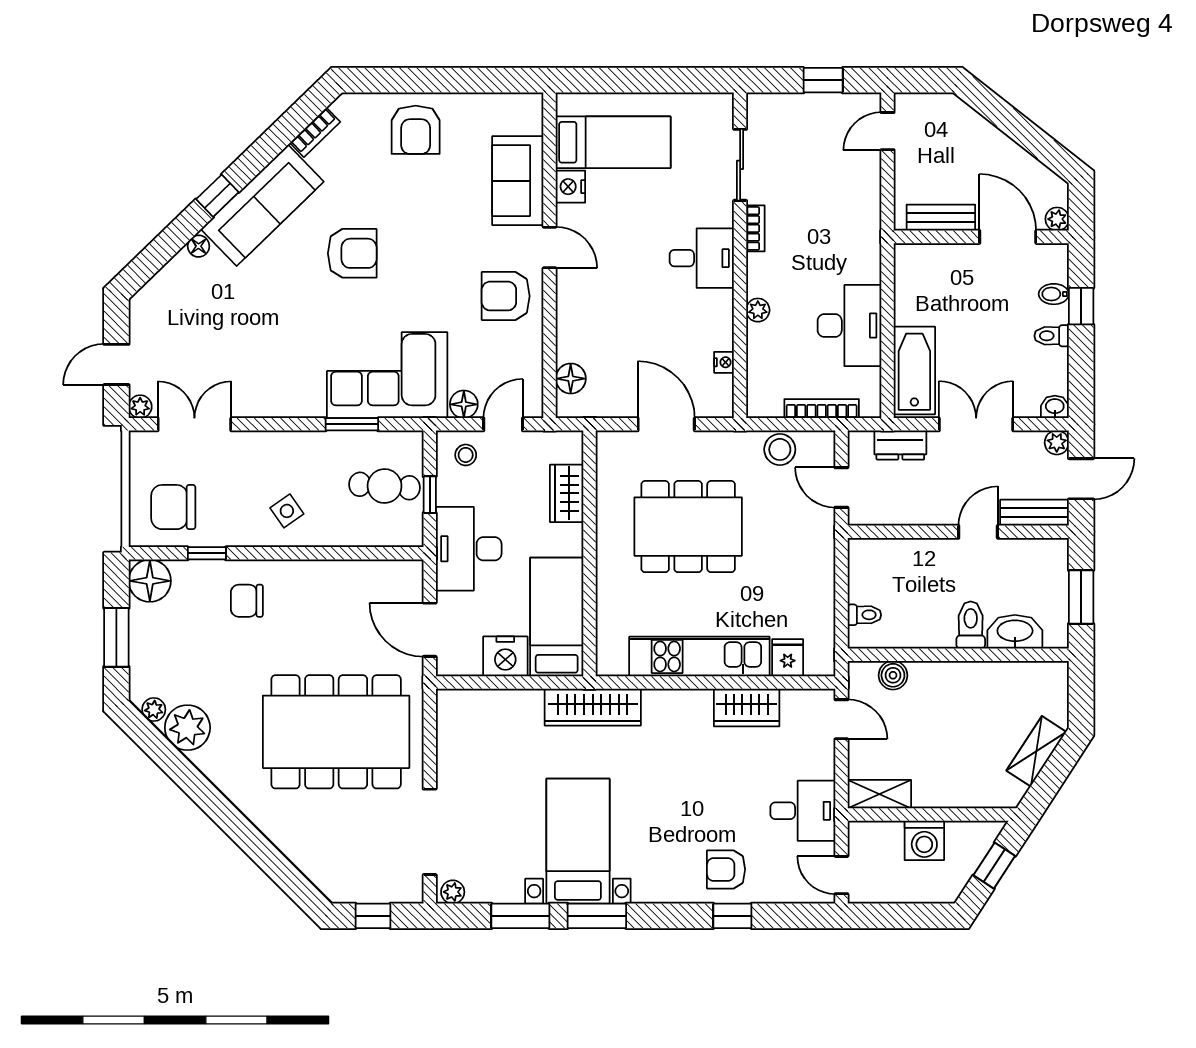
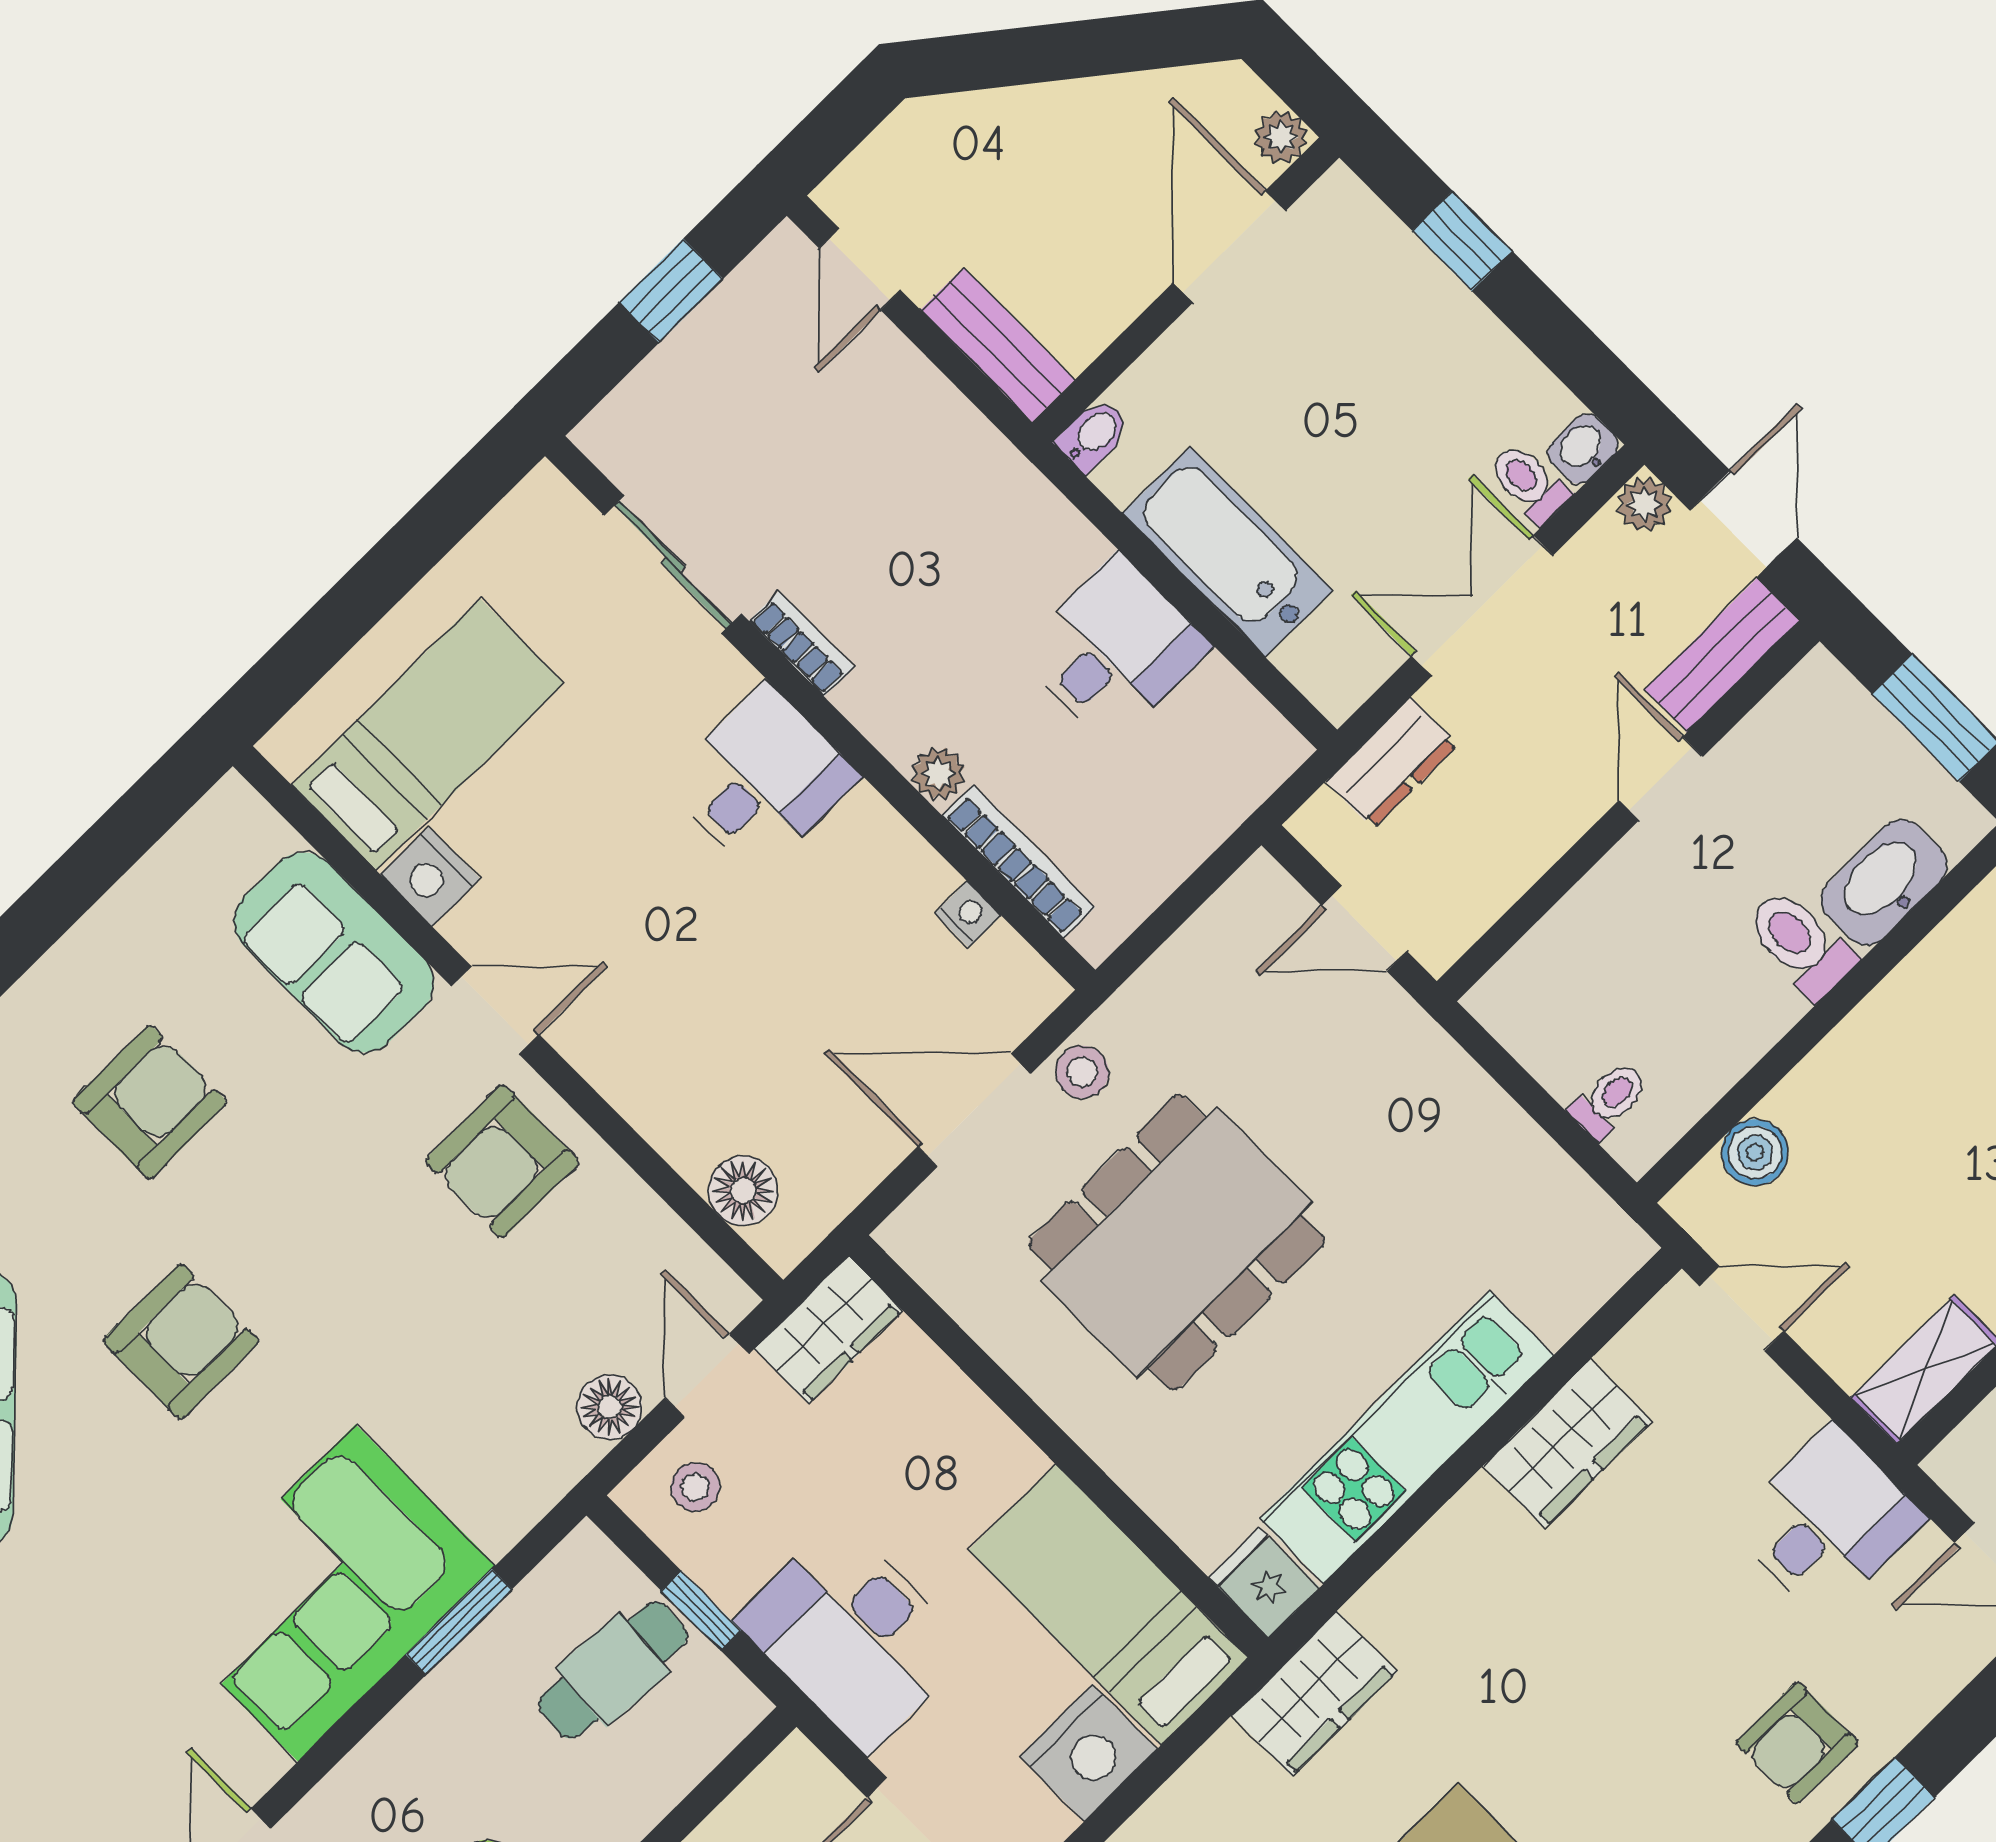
armchair: (416, 130) -> (149, 1102), moved, turned -90
bench: (941, 218) -> (998, 345), moved, turned 90
door: (1008, 237) -> (1229, 247), hinge flipped
bidet: (1054, 294) -> (1093, 435), moved, turned 180
desk: (849, 326) -> (1114, 650), width x0.73
toilet: (1052, 336) -> (1529, 483), moved, turned 90
bathtub: (914, 370) -> (1228, 552), moved
corner sofa: (387, 375) -> (327, 1593), moved
bookcase: (822, 409) -> (1019, 861), moved, turned 90
stool: (780, 449) -> (1082, 1072), moved, width x0.73, depth x0.73
wardrobe: (567, 493) -> (828, 1329), moved, turned -90
fridge: (788, 658) -> (1264, 1582), moved
wardrobe: (593, 707) -> (1314, 1694), width x0.67

